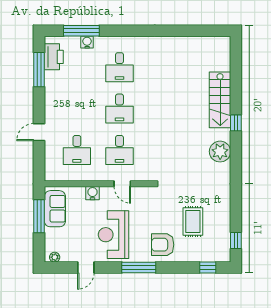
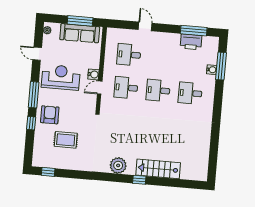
printer: (54, 57) -> (191, 42), moved
water cooler: (92, 193) -> (93, 74), moved
sofa: (55, 209) -> (80, 33), width x1.36
window: (208, 268) -> (31, 123), moved

